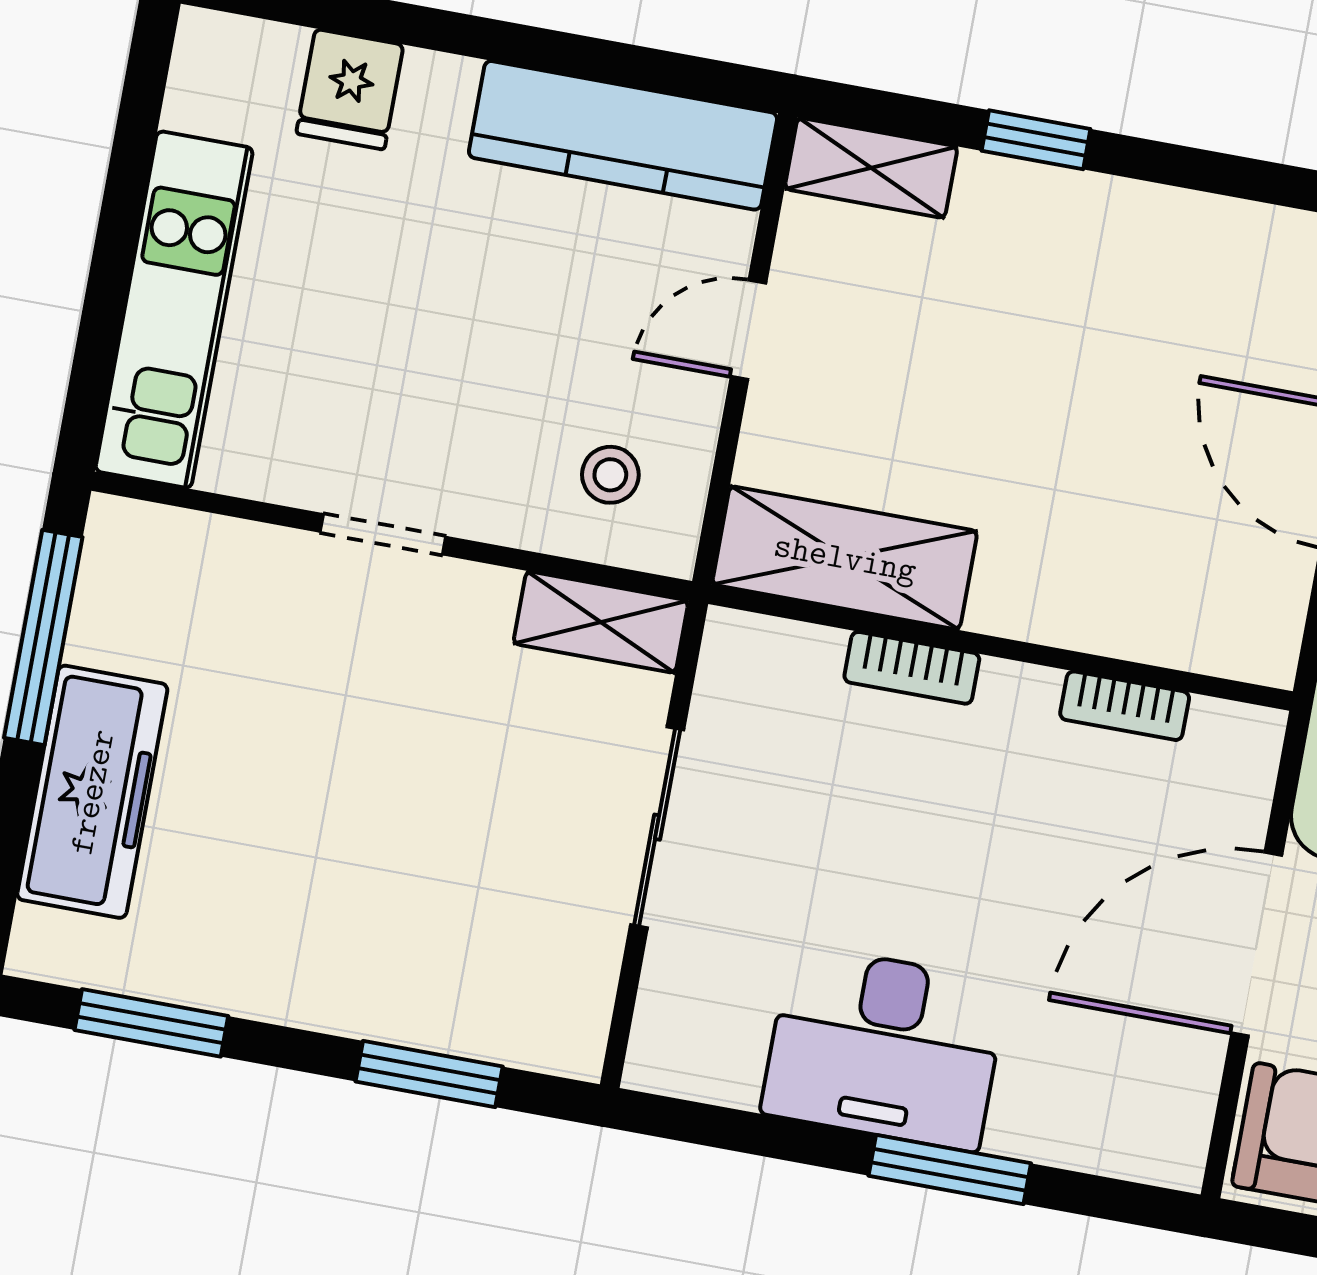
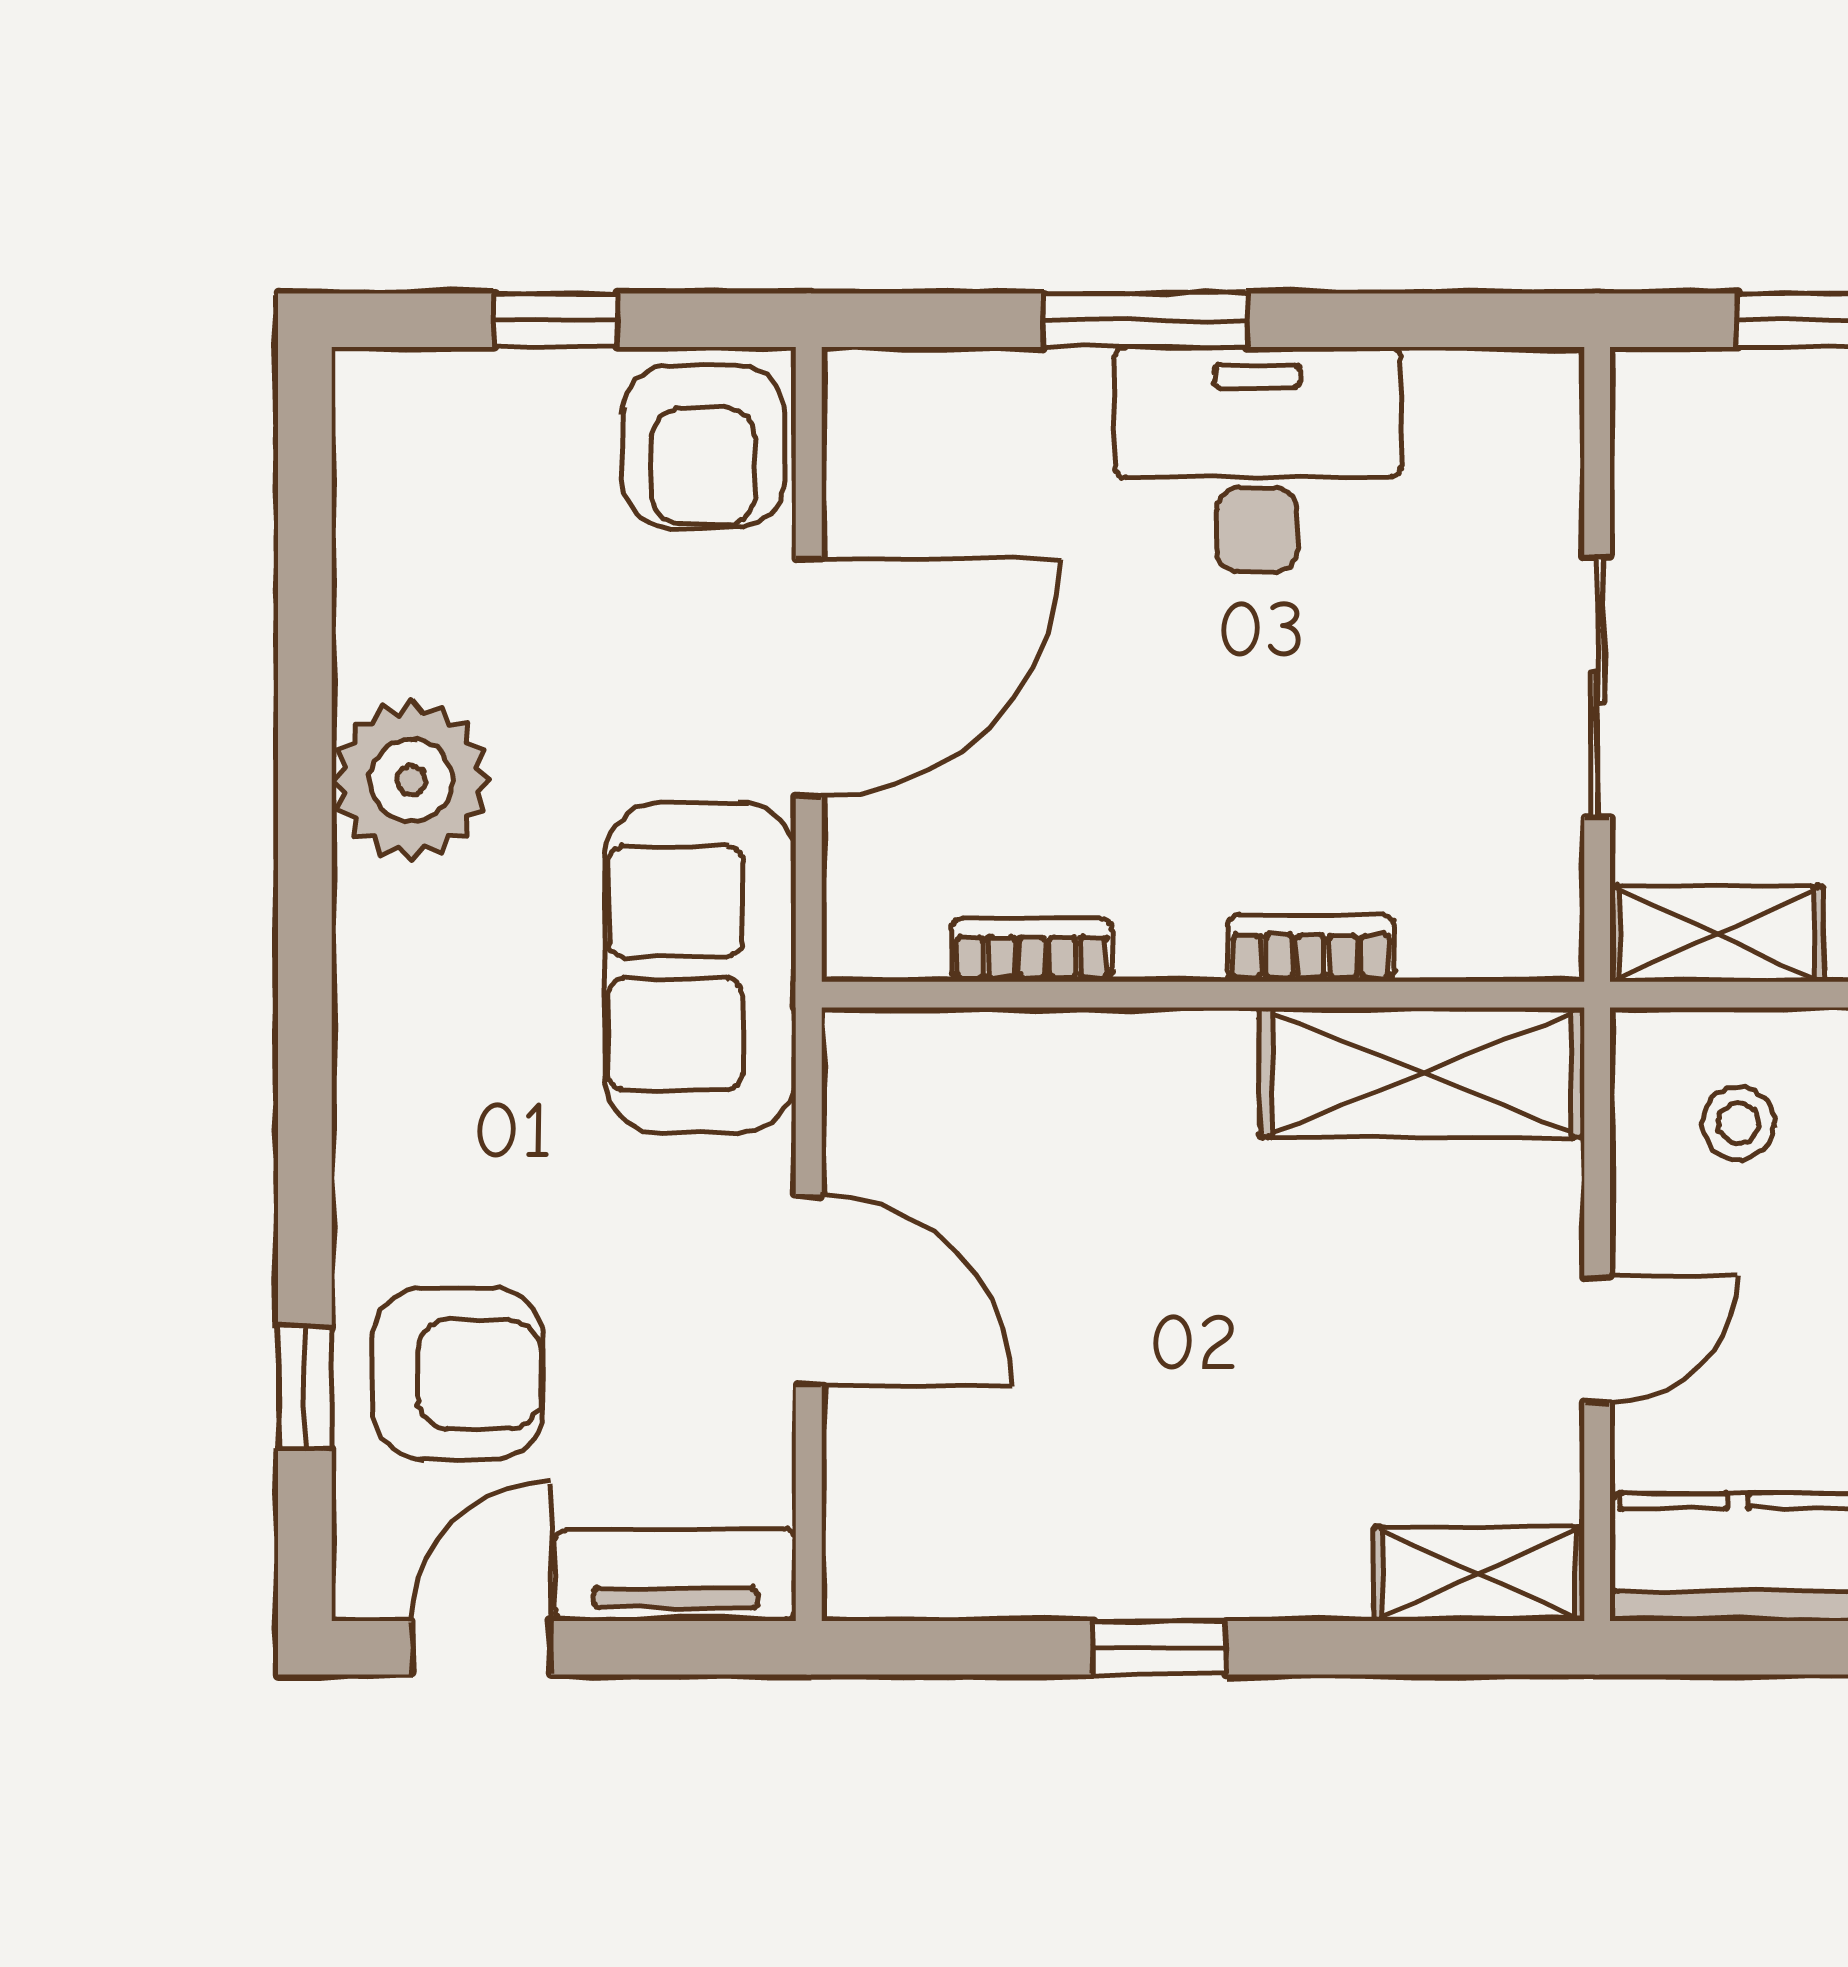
window: (1036, 140) -> (1159, 1648), moved

